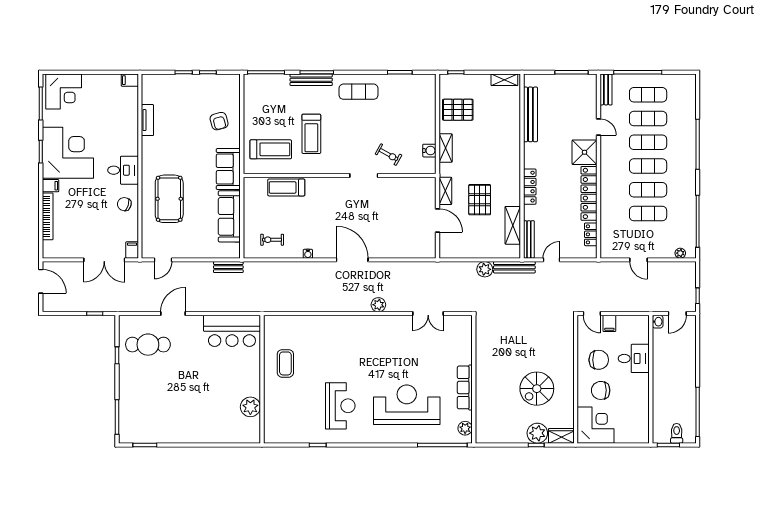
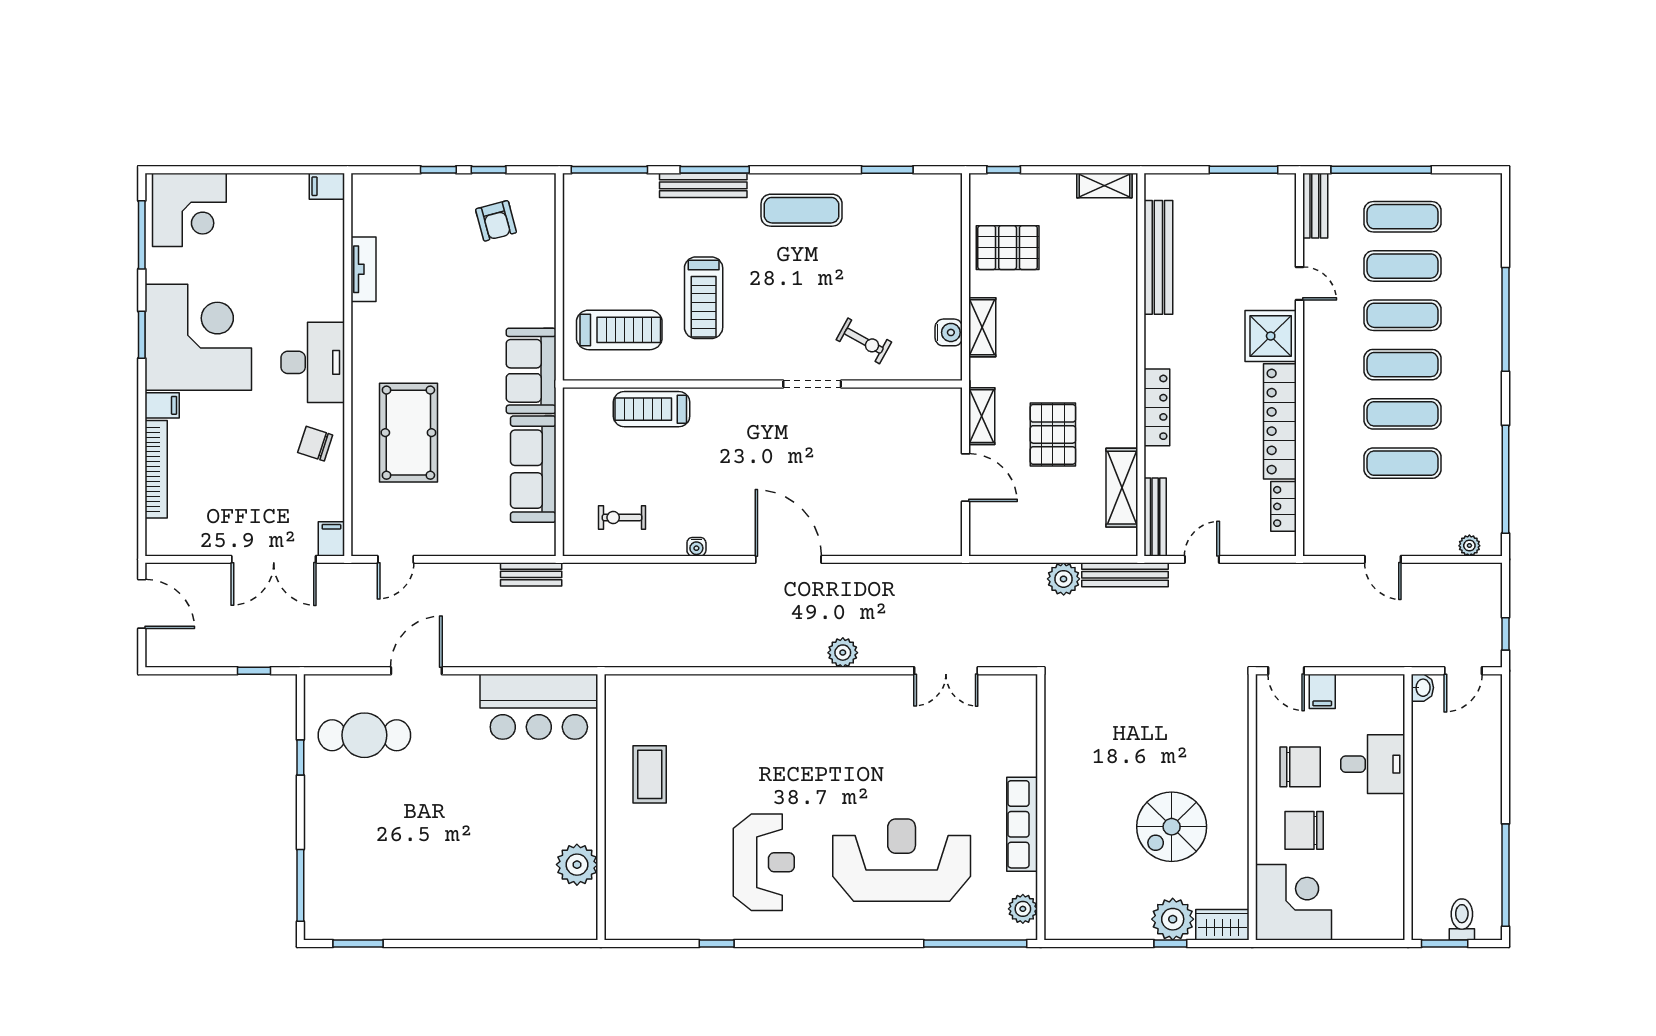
armchair: (219, 121) -> (496, 221), moved
desk: (123, 170) -> (313, 362), width x1.37

